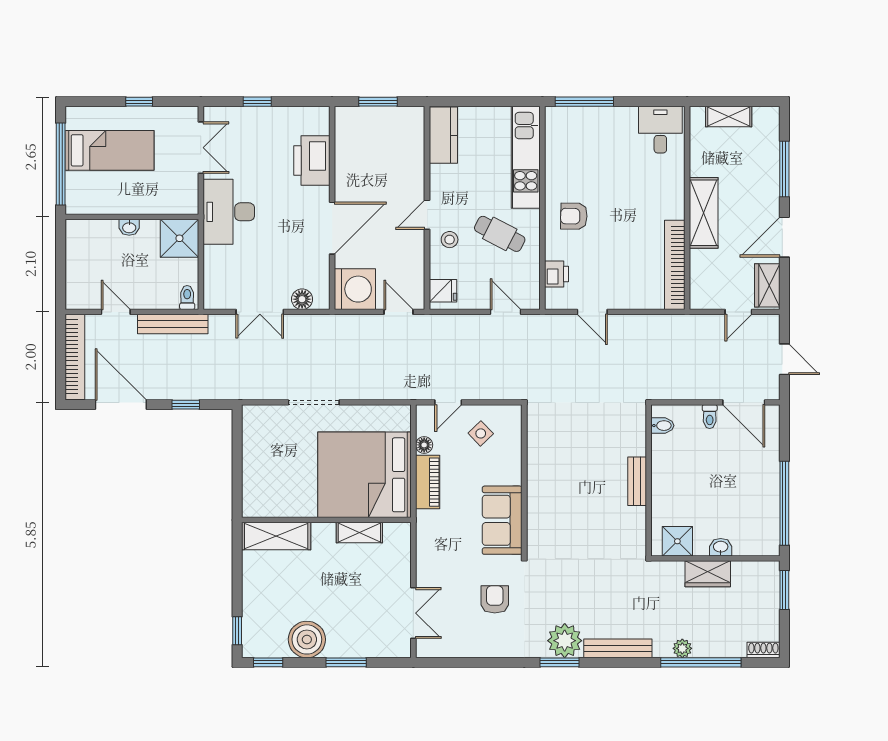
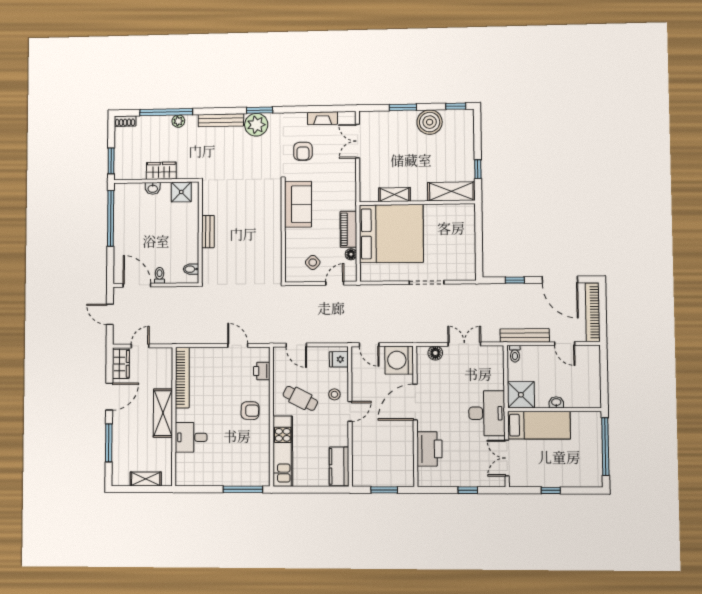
desk: (660, 130) -> (191, 437), moved, turned 90
bed: (110, 150) -> (539, 425), moved, turned 180
window: (237, 631) -> (478, 169), moved
fireplace: (465, 648) -> (323, 118), added

